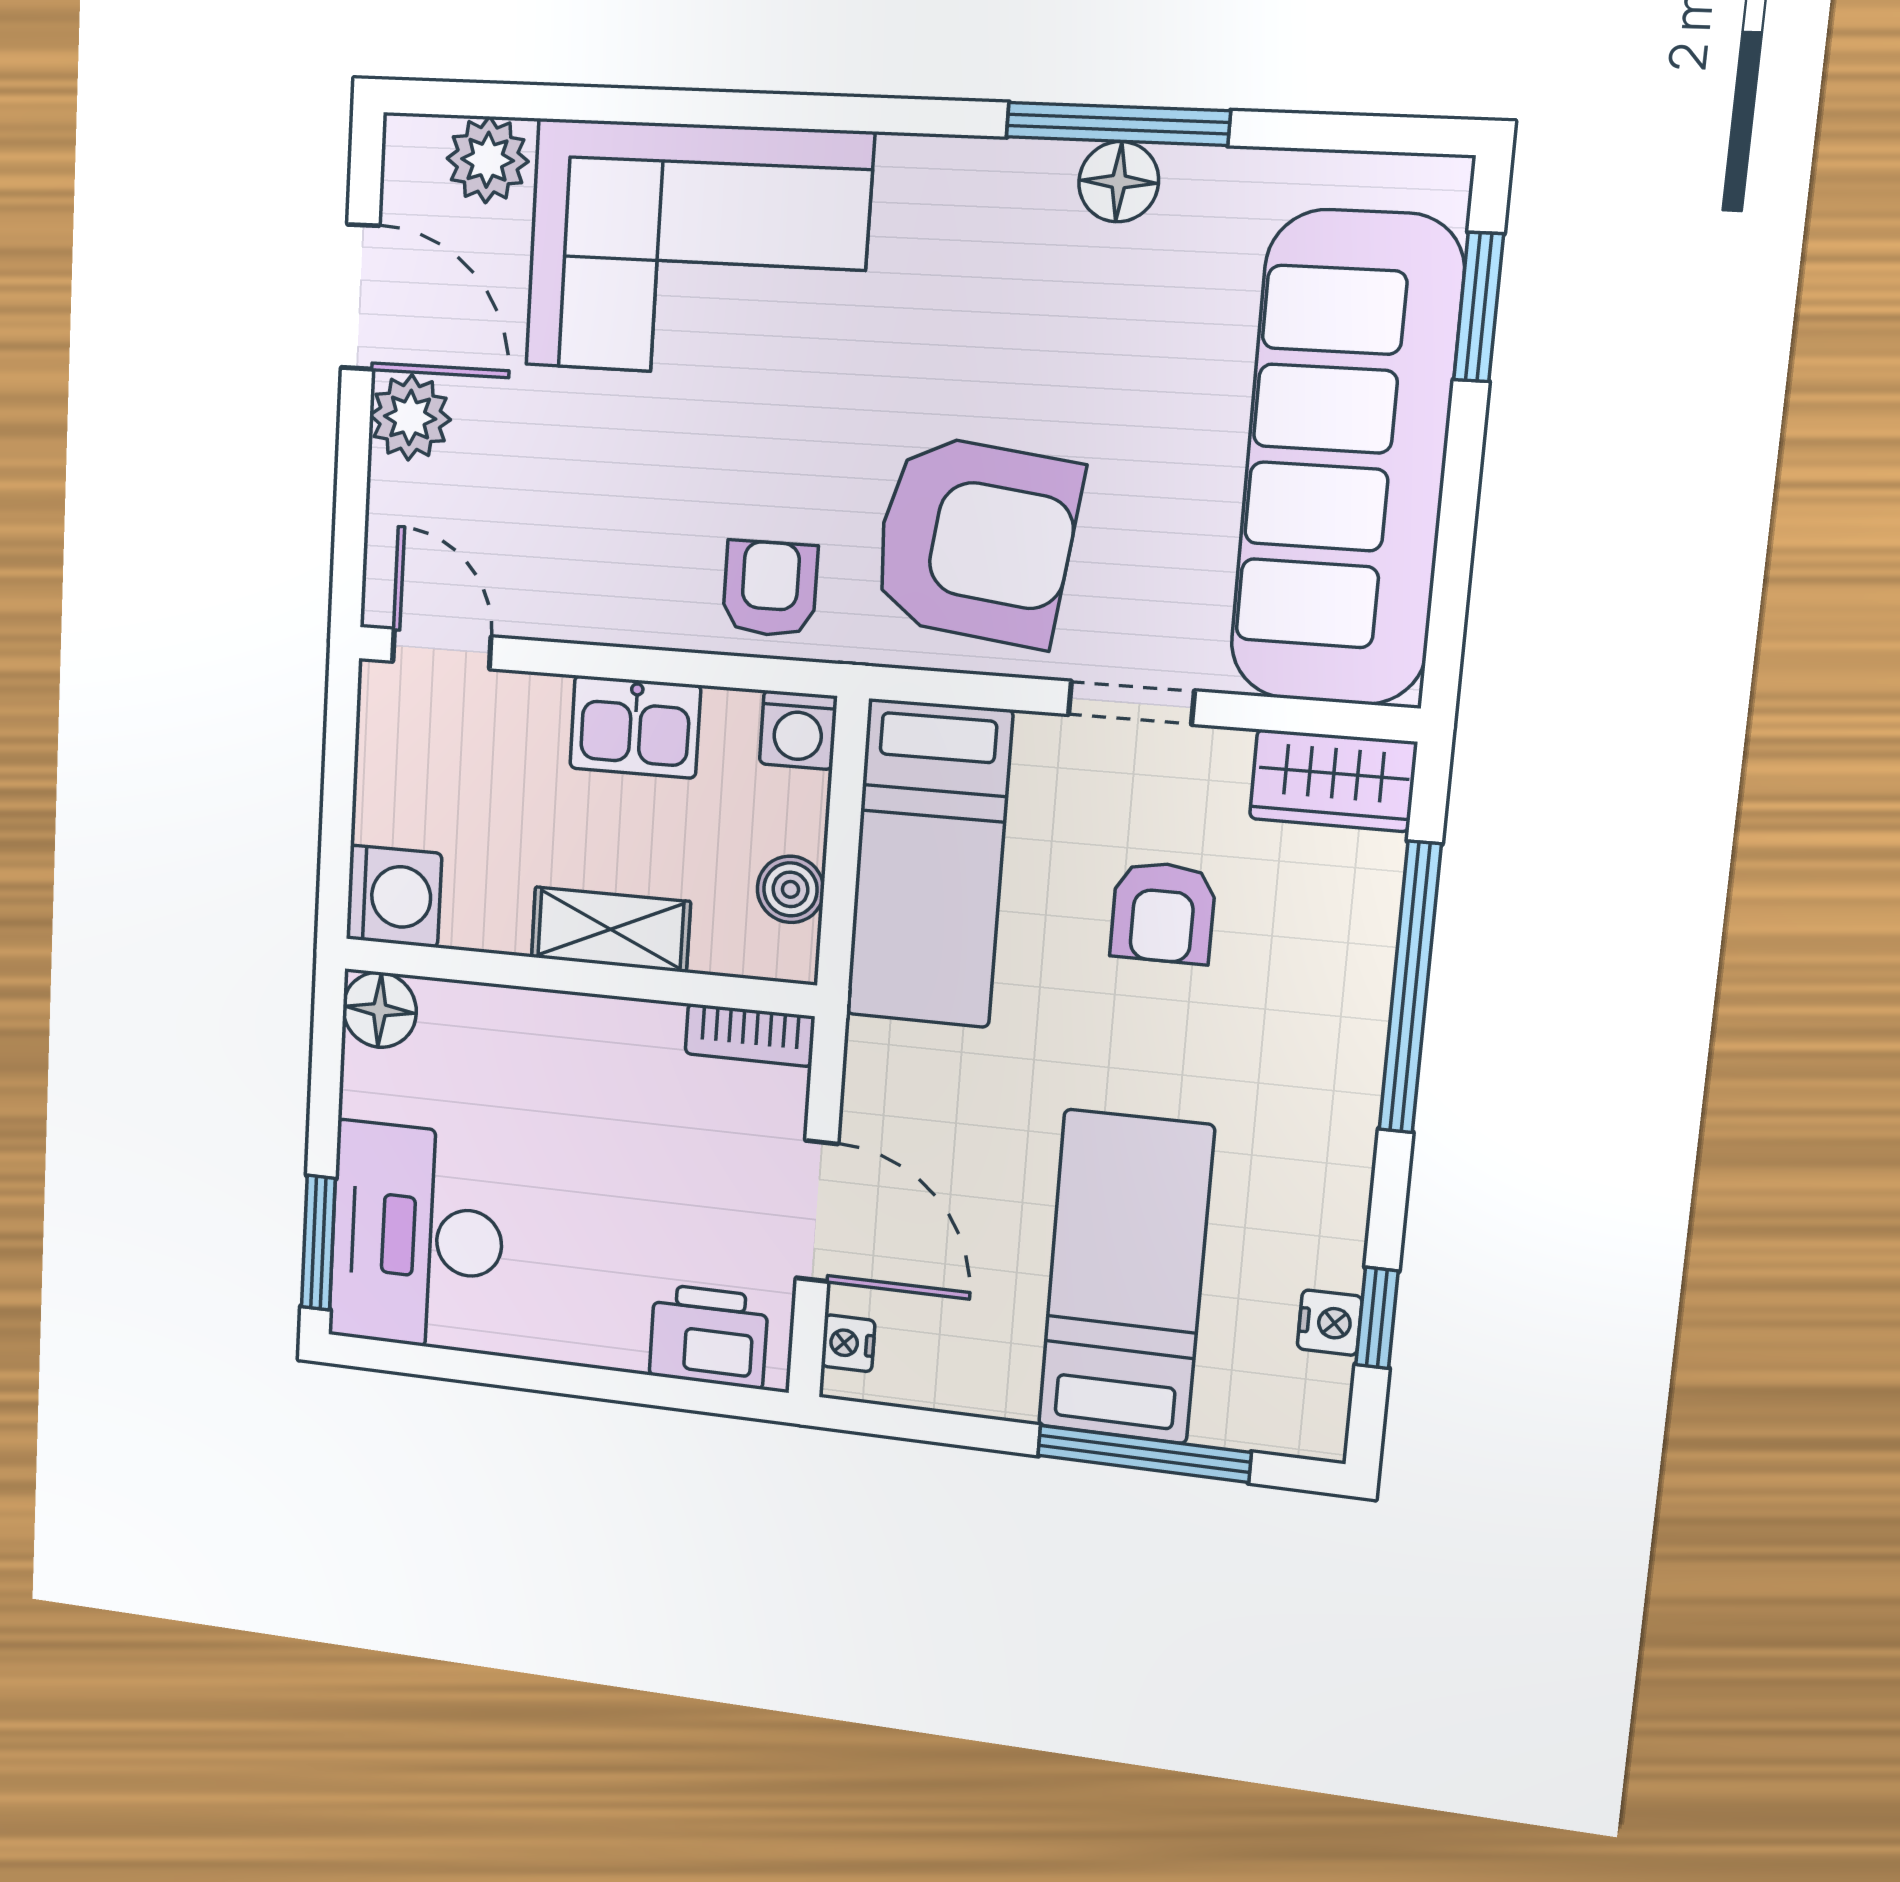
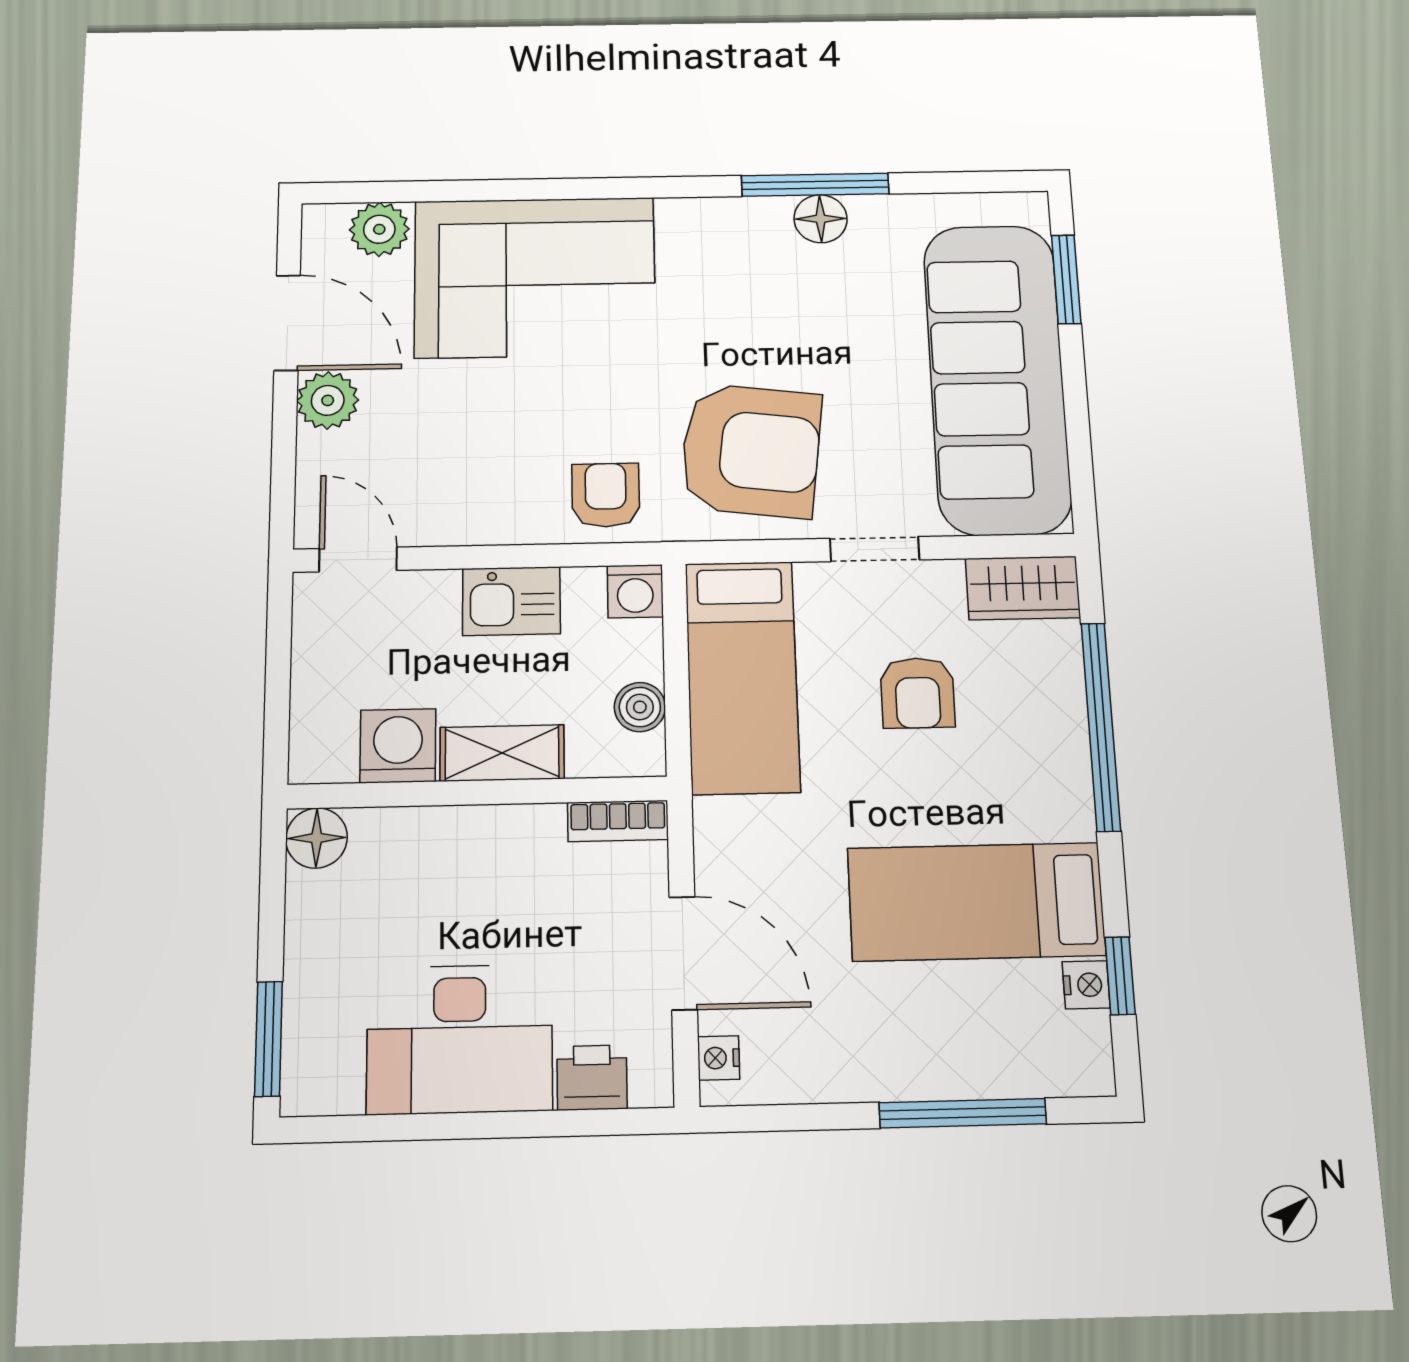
washing machine: (394, 896) -> (398, 746), moved, turned -90
desk: (417, 1237) -> (460, 1039), moved, turned -90
bed: (1126, 1277) -> (976, 902), moved, turned -90
printer: (709, 1336) -> (592, 1078), width x0.73, depth x0.81

